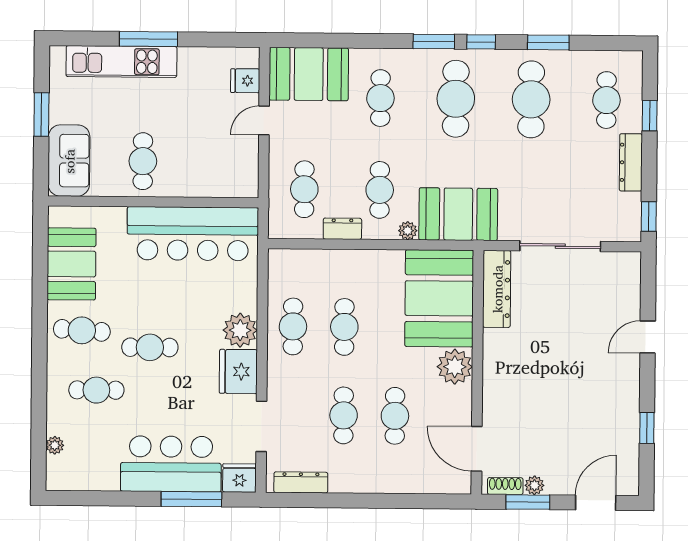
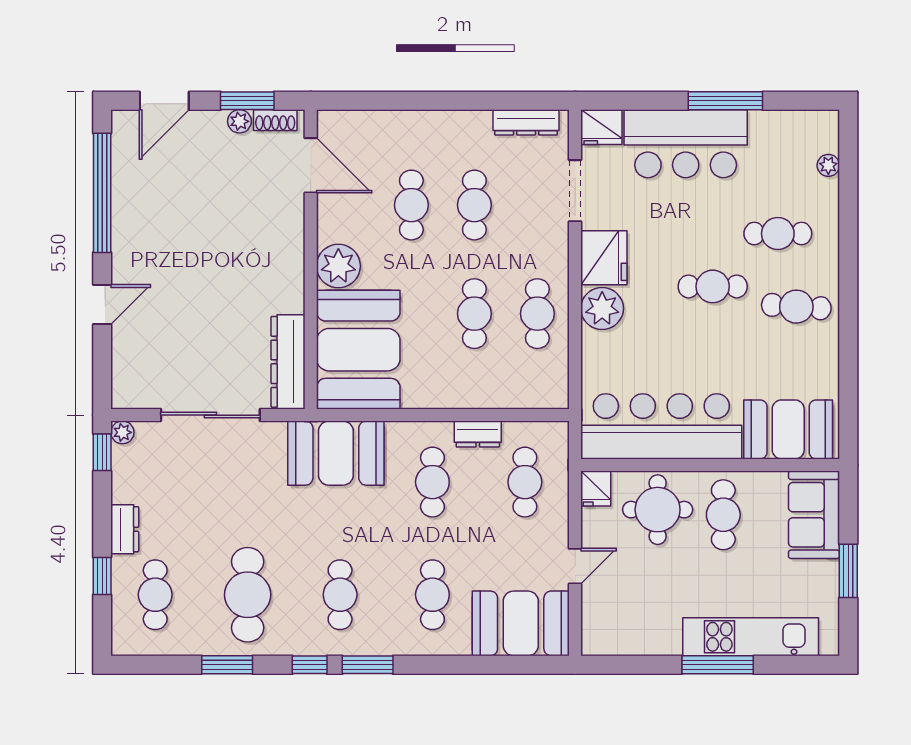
fridge: (245, 81) -> (596, 488), moved, turned 90
cafe table: (456, 99) -> (340, 595), width x0.73, depth x0.74
dresser: (631, 162) -> (125, 529), width x0.70
round table: (196, 166) -> (658, 510), added
plant: (408, 231) -> (122, 432), moved
booth: (71, 264) -> (788, 429), moved, turned 90
window: (647, 428) -> (102, 193), width x3.17
window: (191, 499) -> (725, 101), moved

